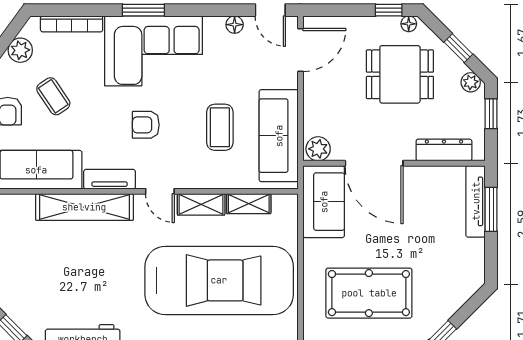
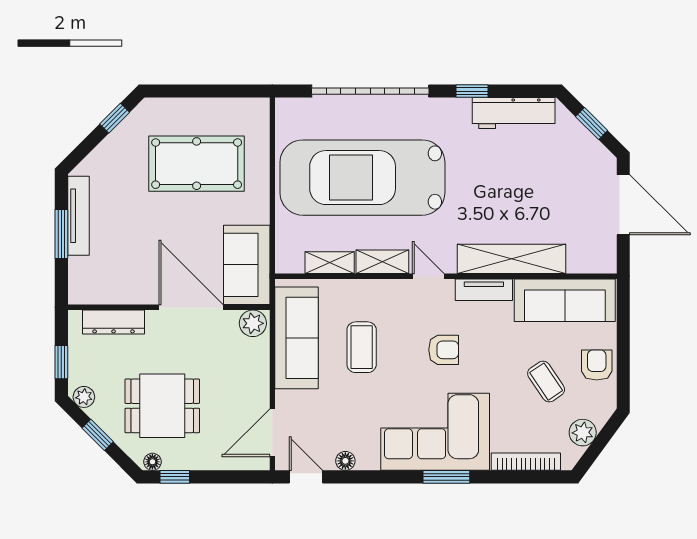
tv unit: (476, 201) -> (78, 216), moved
window: (491, 209) -> (61, 234), moved

